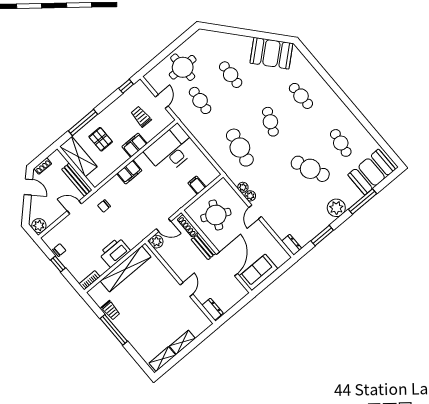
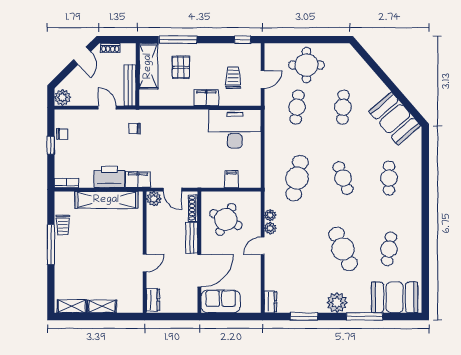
cafe table: (270, 122) -> (343, 178), turned -45
filing cabinet: (129, 172) -> (138, 180), moved, turned 180

